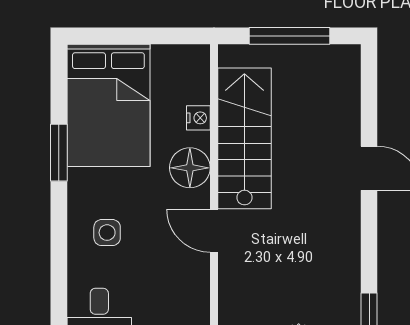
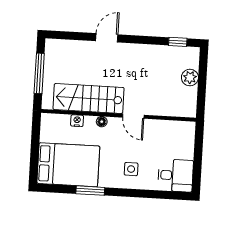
floor lamp: (190, 168) -> (102, 122), width x0.53, depth x0.53
door: (214, 231) -> (133, 116), hinge flipped

